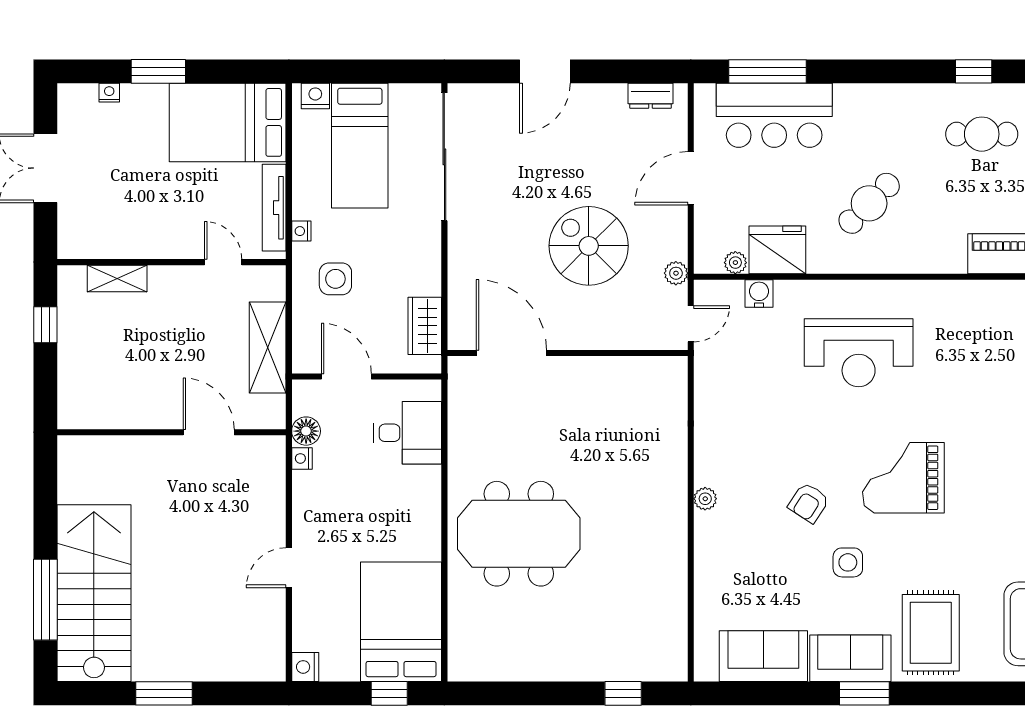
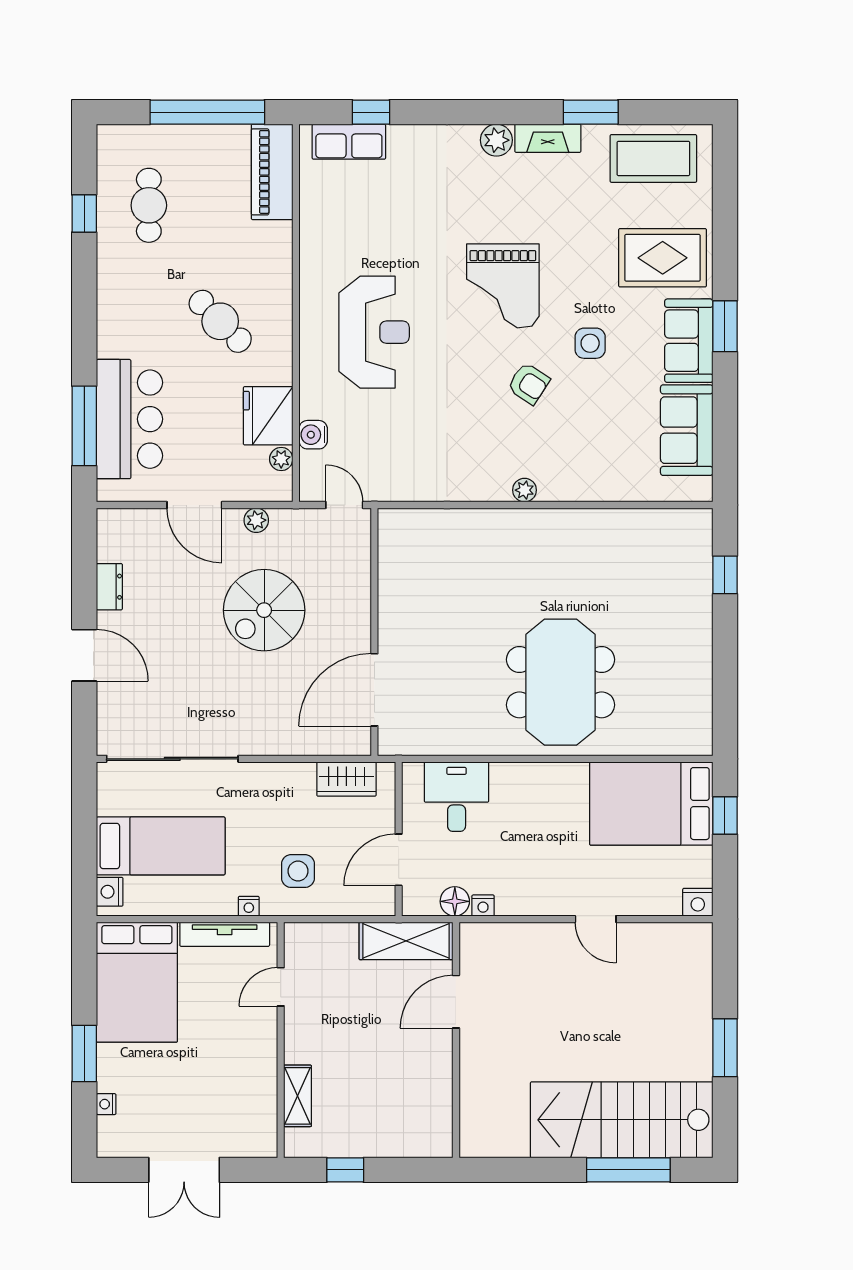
dresser: (651, 96) -> (109, 587), moved
plant: (676, 273) -> (256, 520), moved
shelving: (268, 348) -> (406, 941), moved

